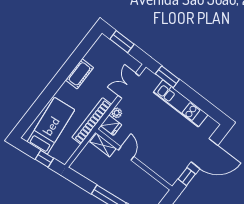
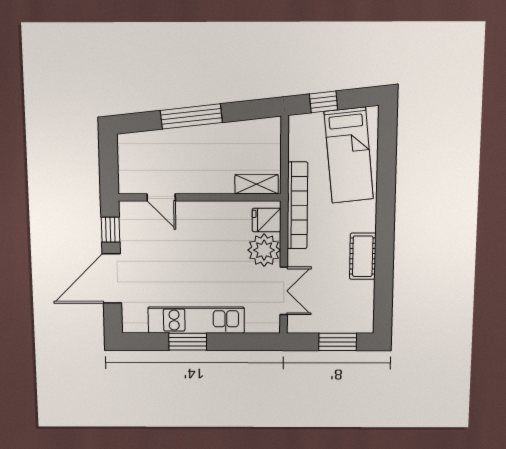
window: (167, 77) -> (188, 342), moved
plant: (117, 113) -> (264, 250), width x1.88, depth x1.88
door: (126, 153) -> (161, 197), moved

